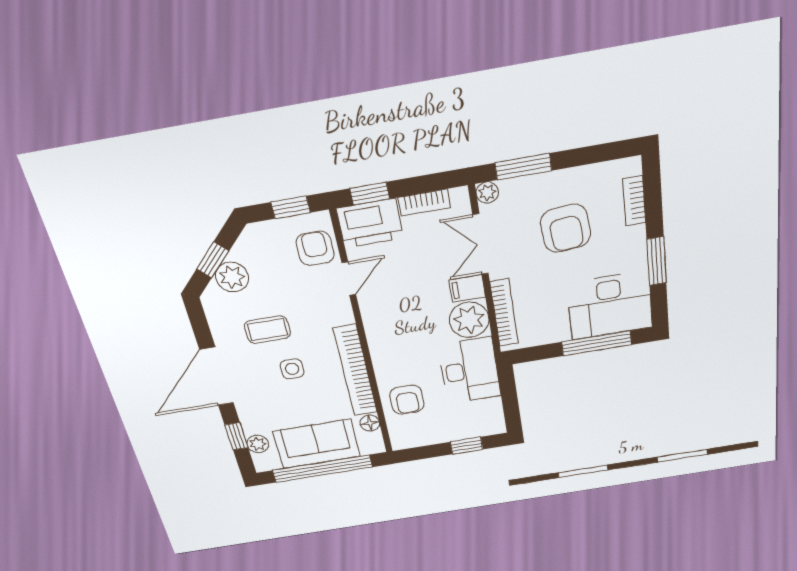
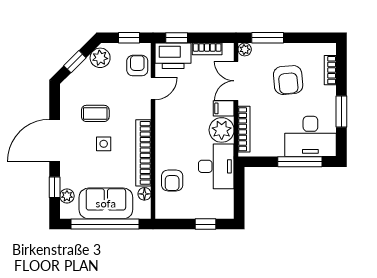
plant: (232, 277) -> (100, 58), moved

